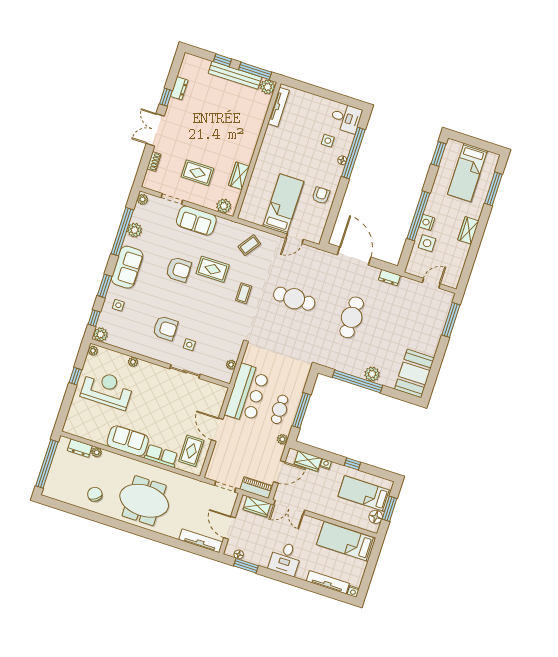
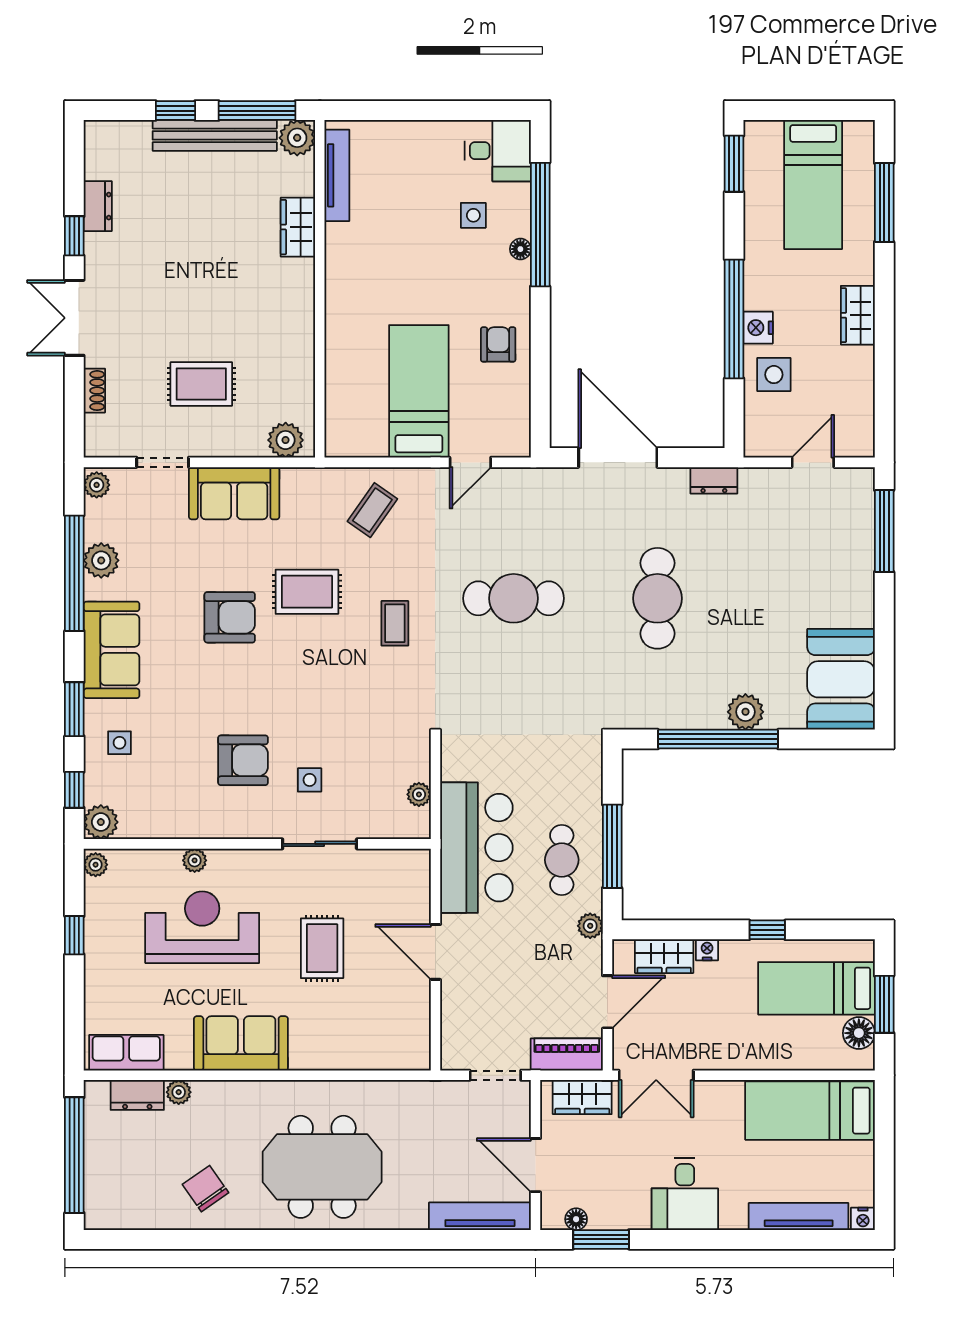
wardrobe: (239, 176) -> (298, 227), moved
reception desk: (107, 389) -> (202, 927), moved
rug: (191, 451) -> (322, 948), moved
row of seats: (161, 456) -> (126, 1053), moved

